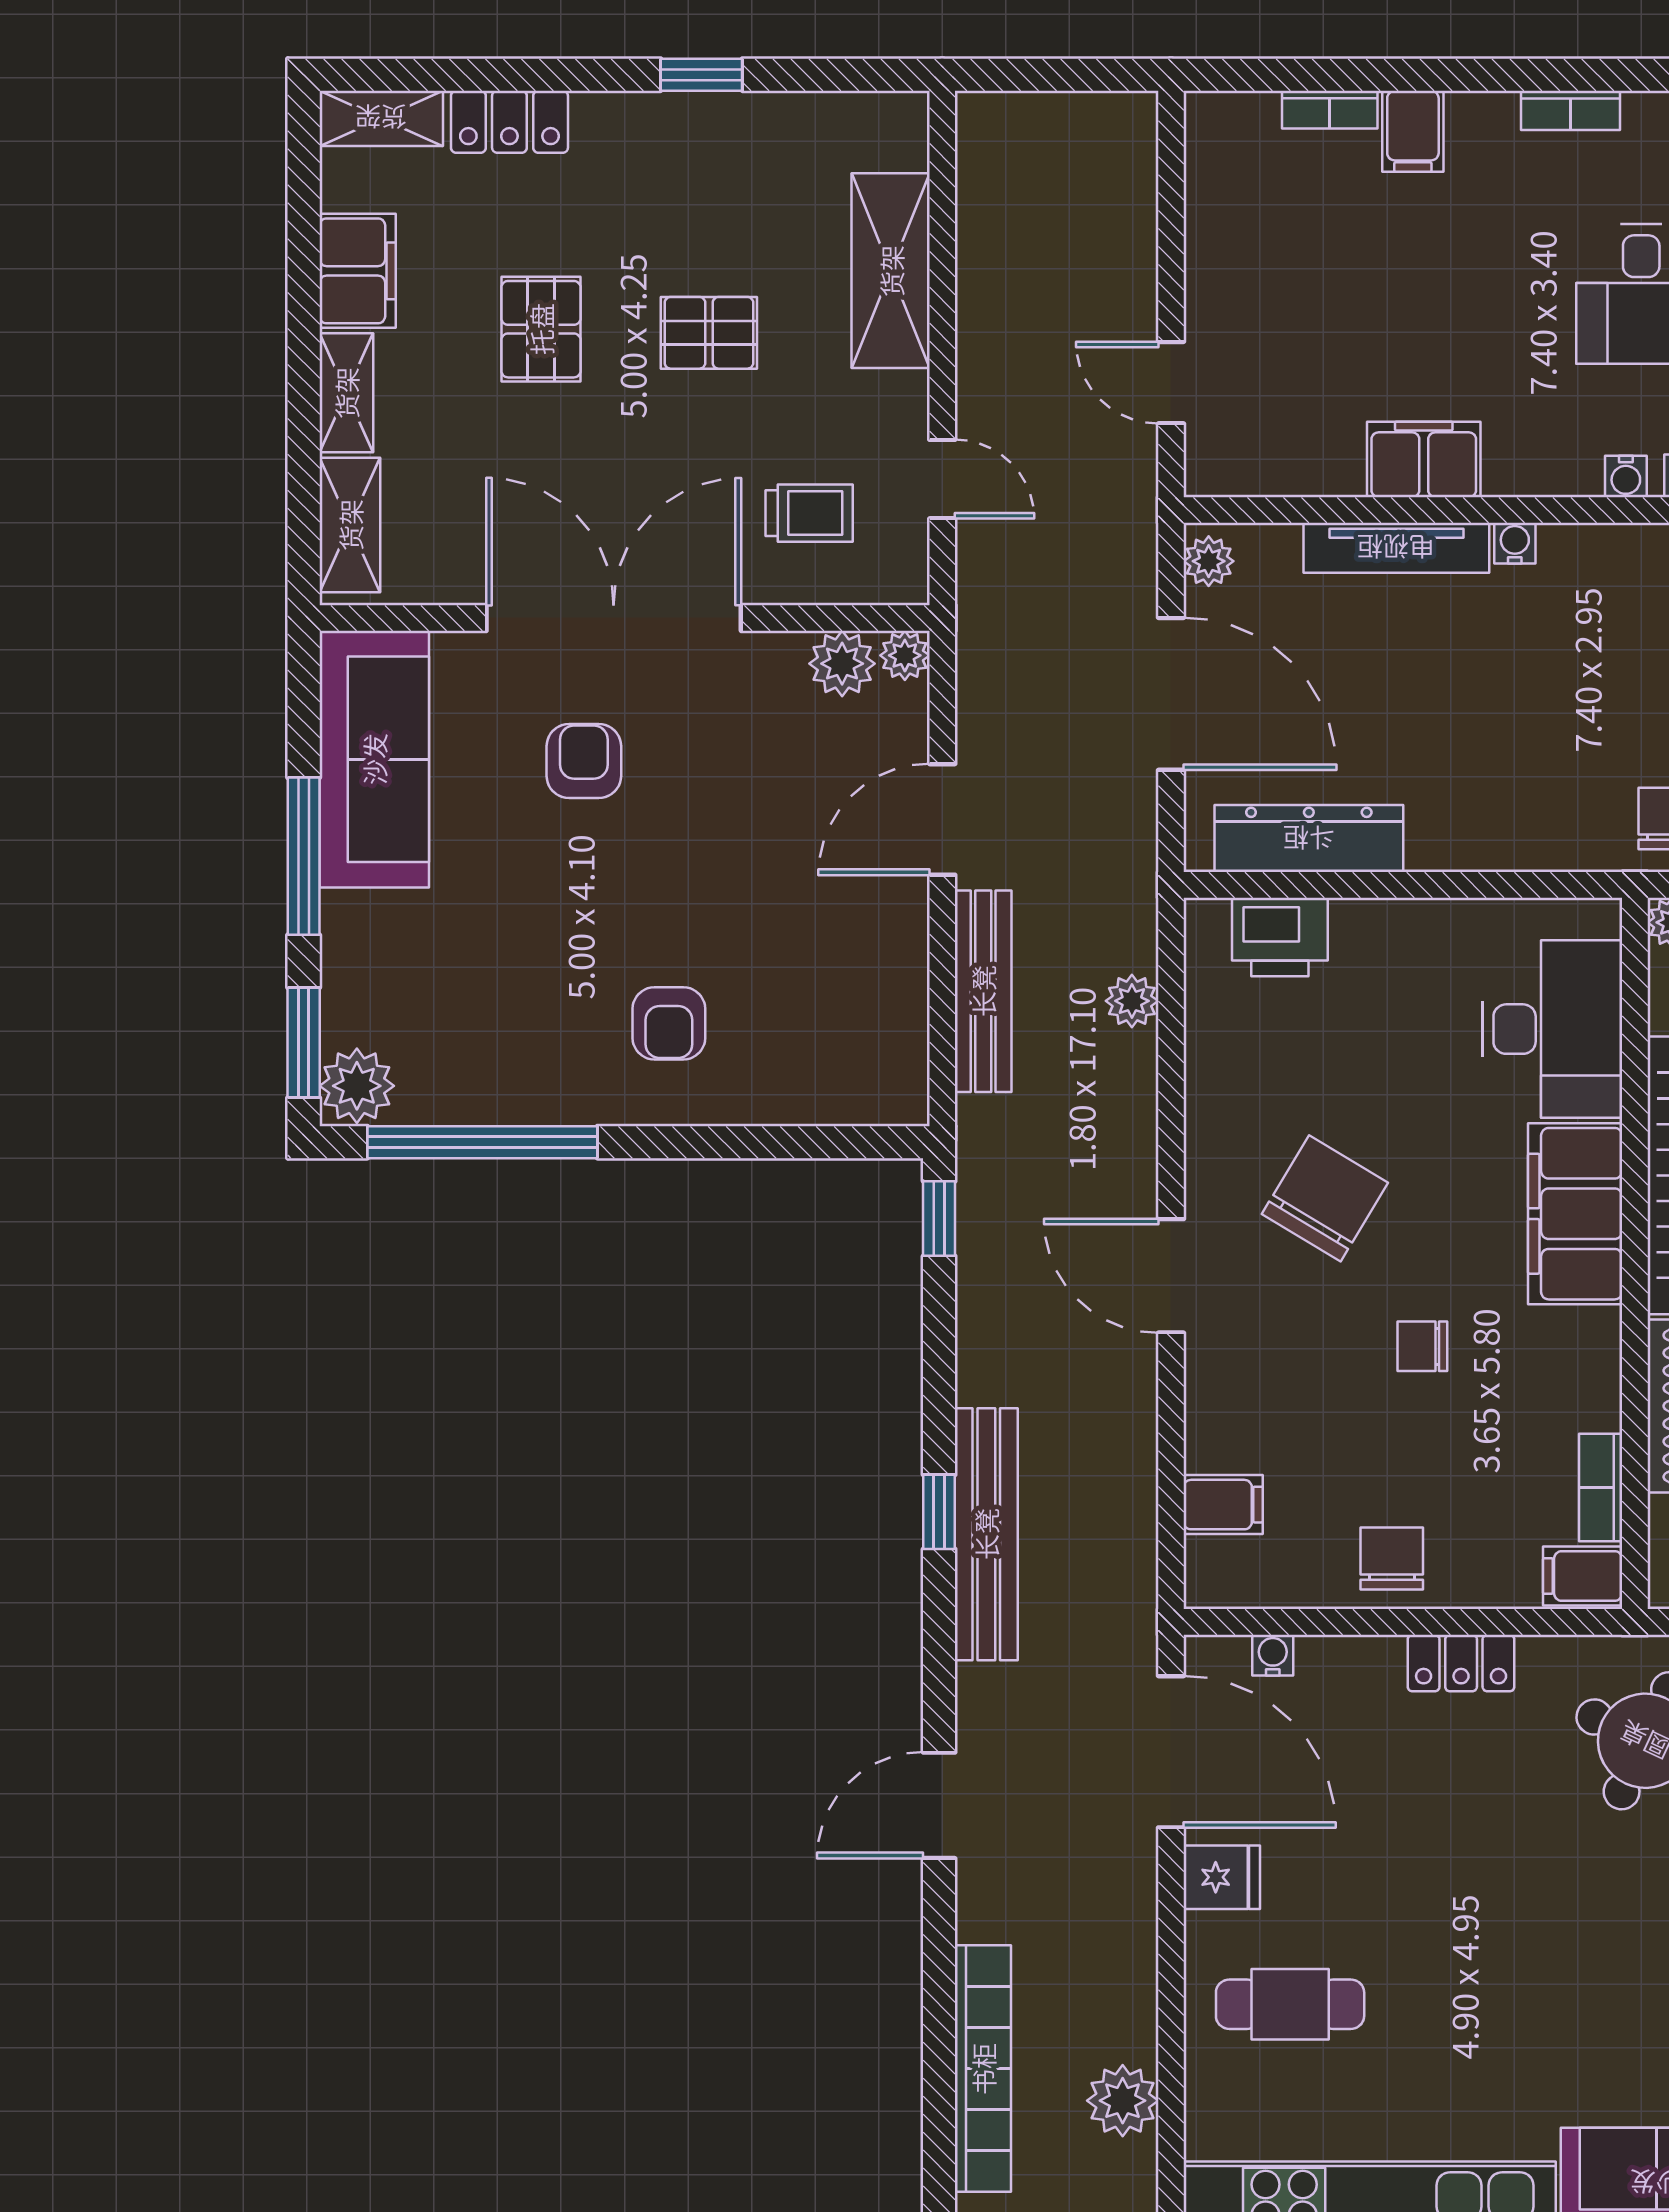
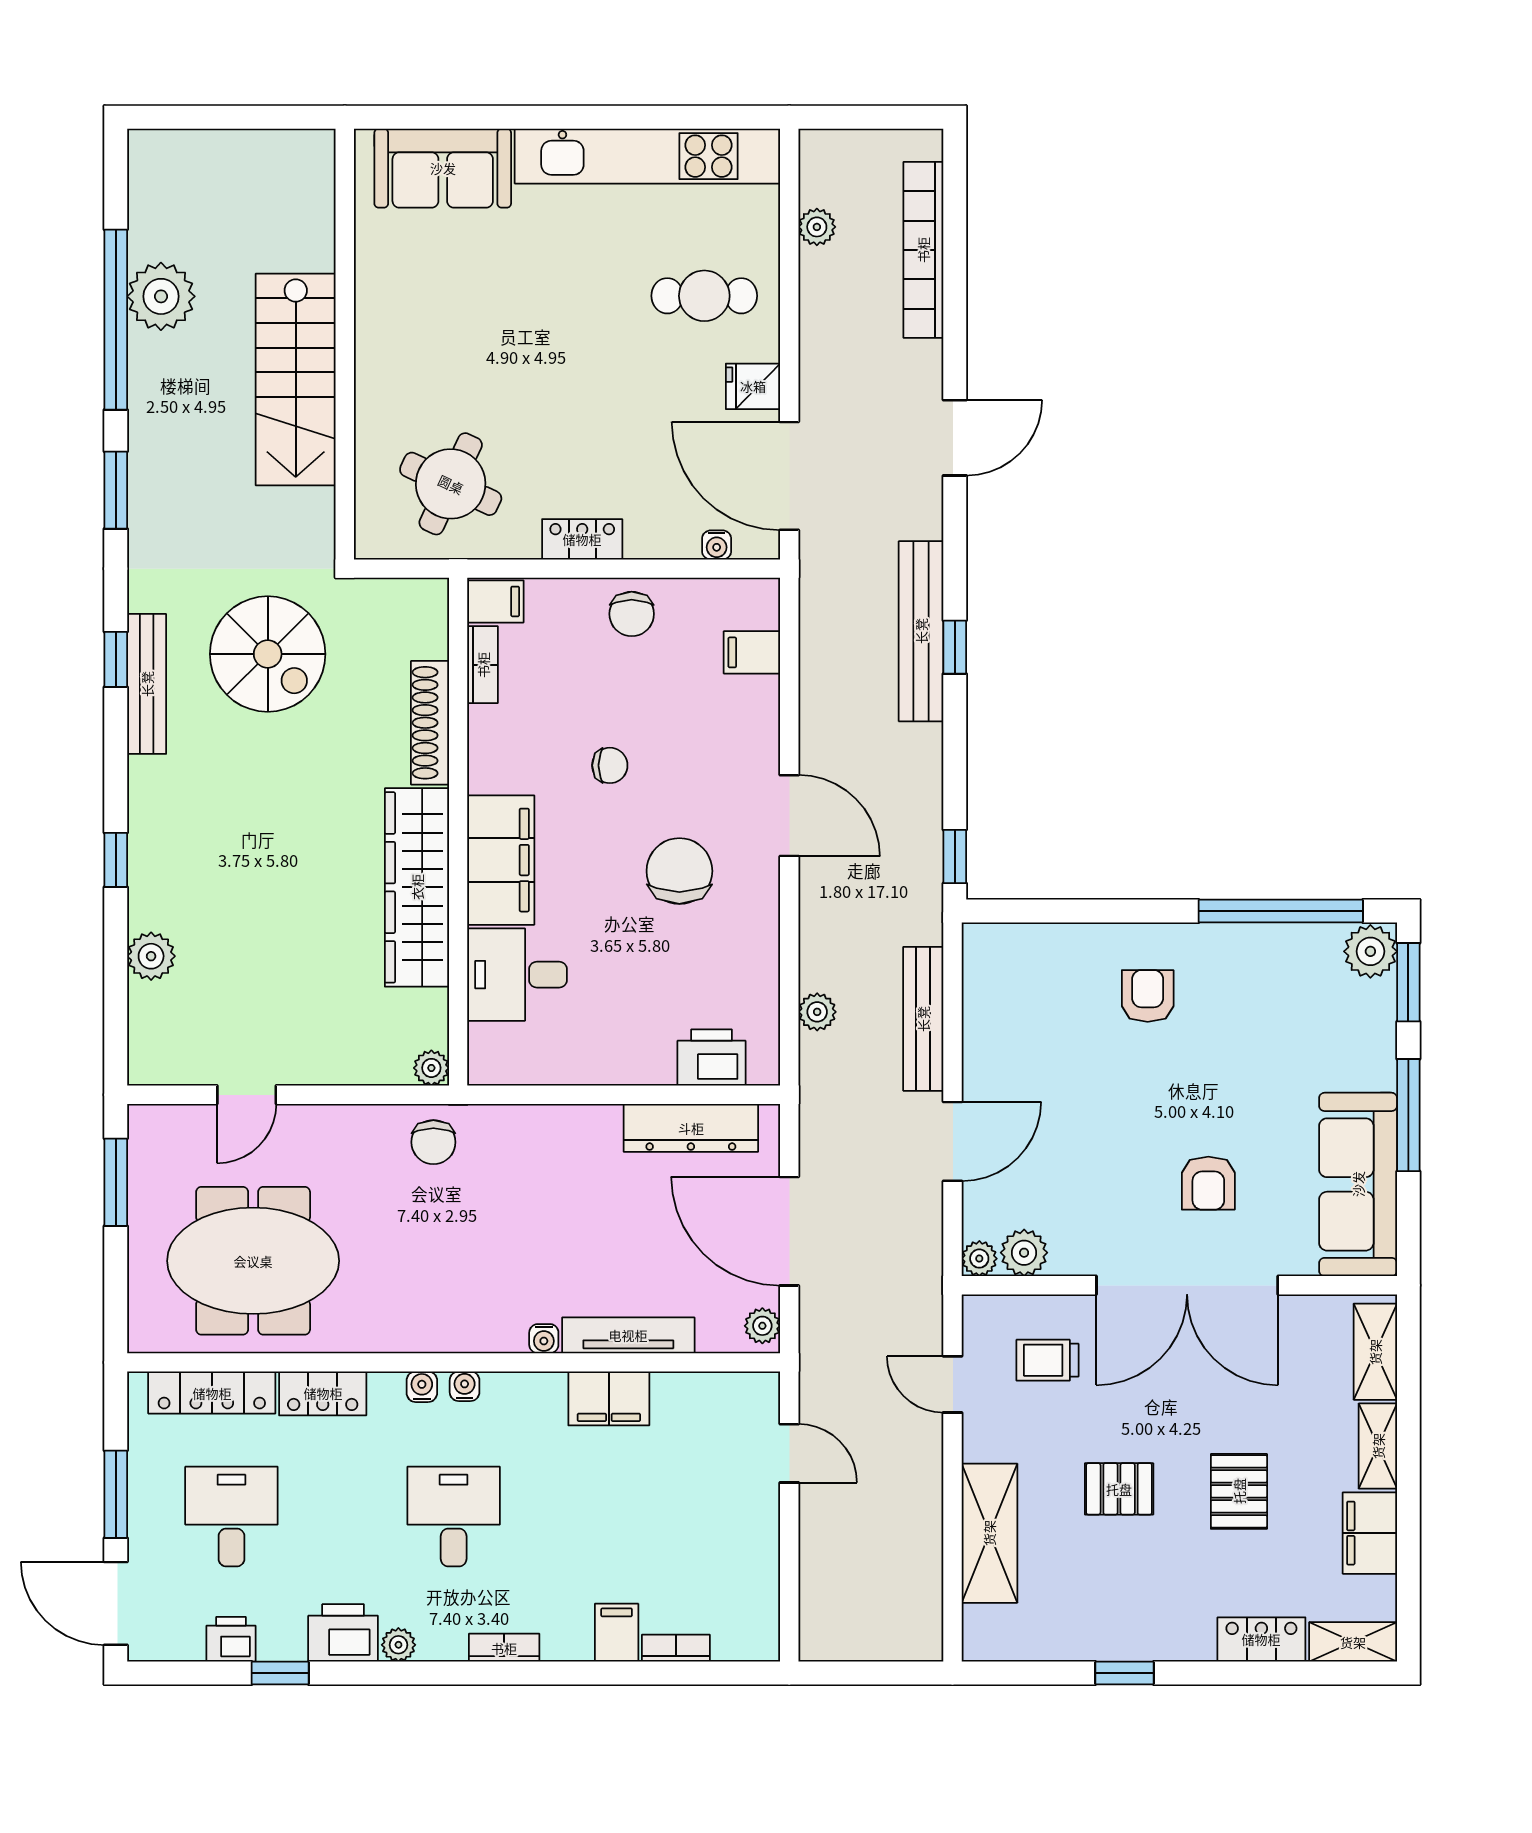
desk: (1552, 1029) -> (517, 975), width x0.73
chair: (1325, 1198) -> (679, 871), turned 149
plant: (1123, 2101) -> (817, 227), width x0.73, depth x0.73

